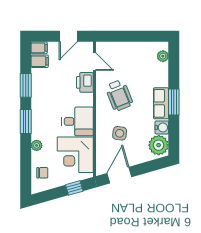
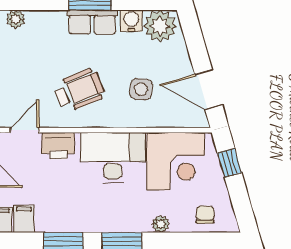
desk: (77, 121) -> (113, 158), width x1.37

